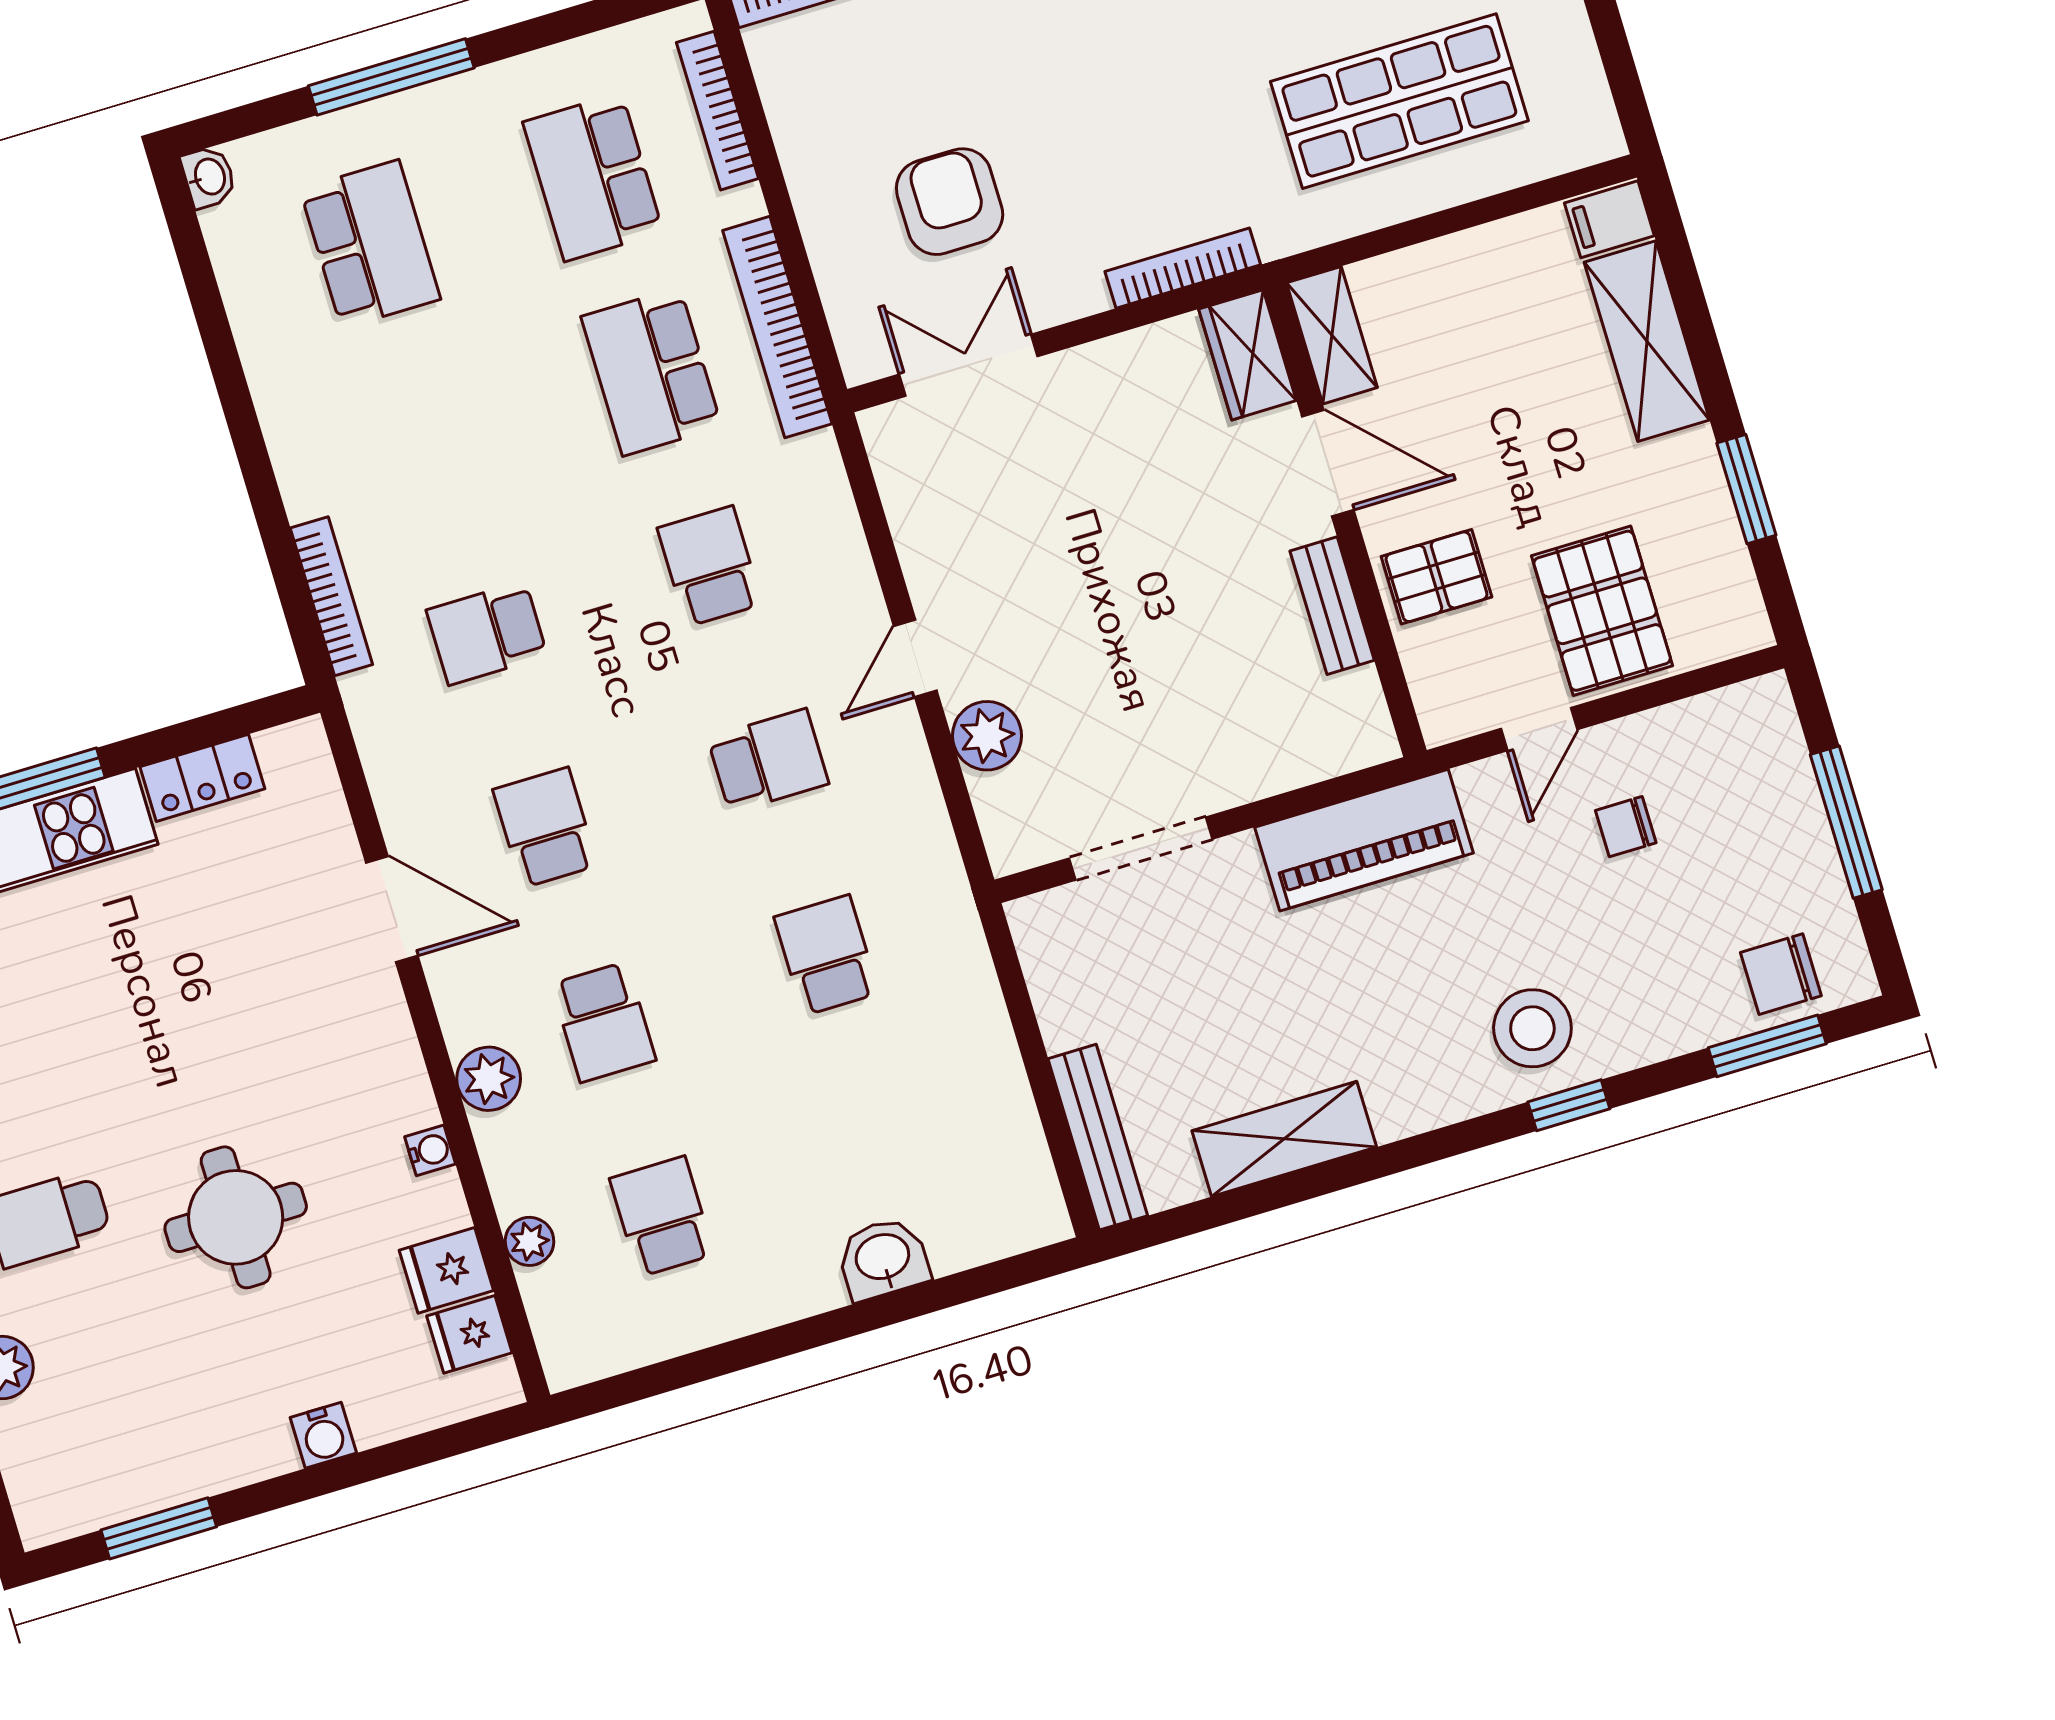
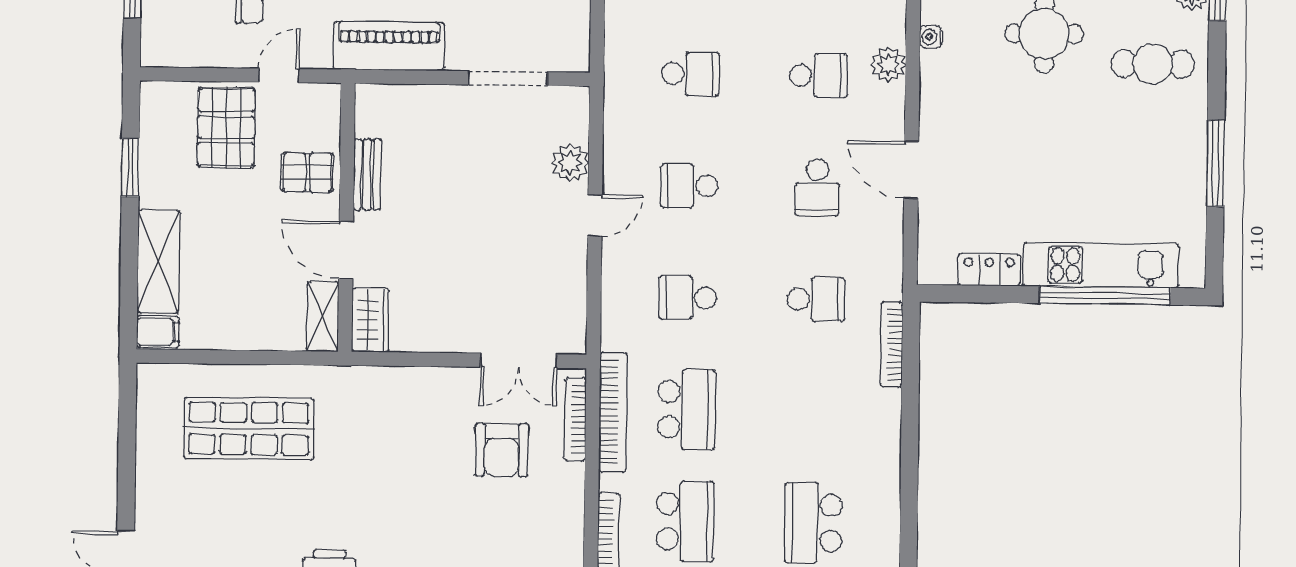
bookcase: (1183, 268) -> (575, 419), moved, turned 90
school desk: (710, 566) -> (688, 298), turned 90
school desk: (826, 955) -> (691, 74), turned -90
school desk: (604, 1022) -> (819, 76), turned 90

